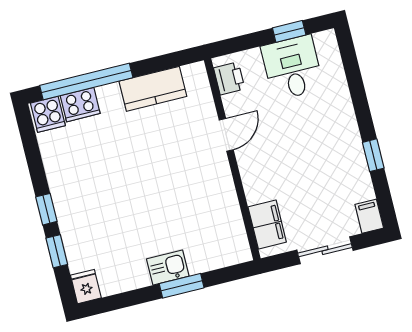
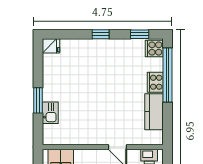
cooker: (80, 105) -> (155, 82), moved
window: (57, 251) -> (140, 34), moved
kitchen sink: (168, 268) -> (50, 113), moved

